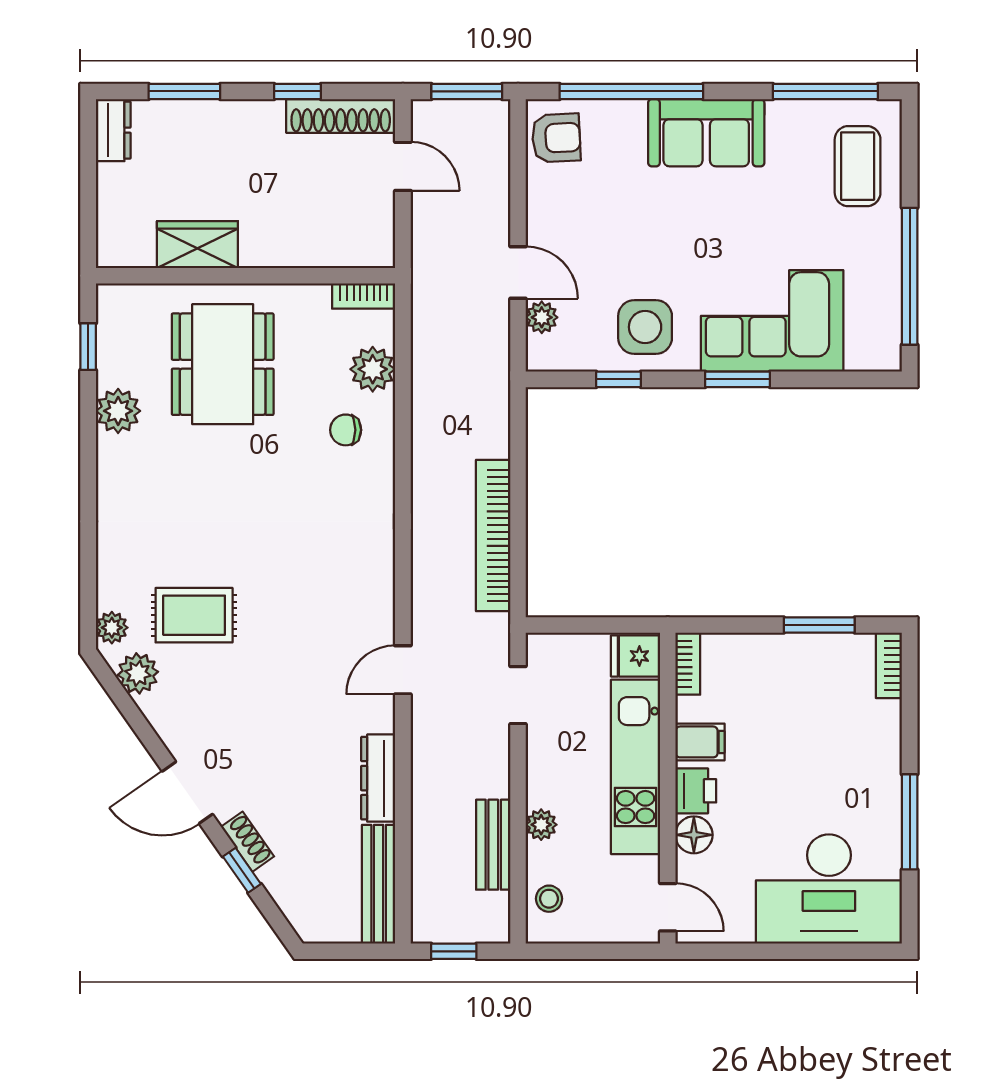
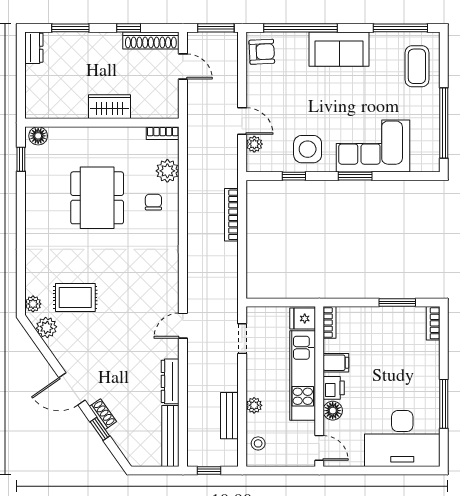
wardrobe: (197, 245) -> (109, 107), moved
floor lamp: (122, 301) -> (38, 136), added
dining table: (223, 364) -> (97, 198), moved
plant: (118, 411) -> (36, 192), removed
chair: (346, 430) -> (153, 202), turned 90
bookcase: (493, 536) -> (231, 215), moved, width x0.68, depth x0.76

